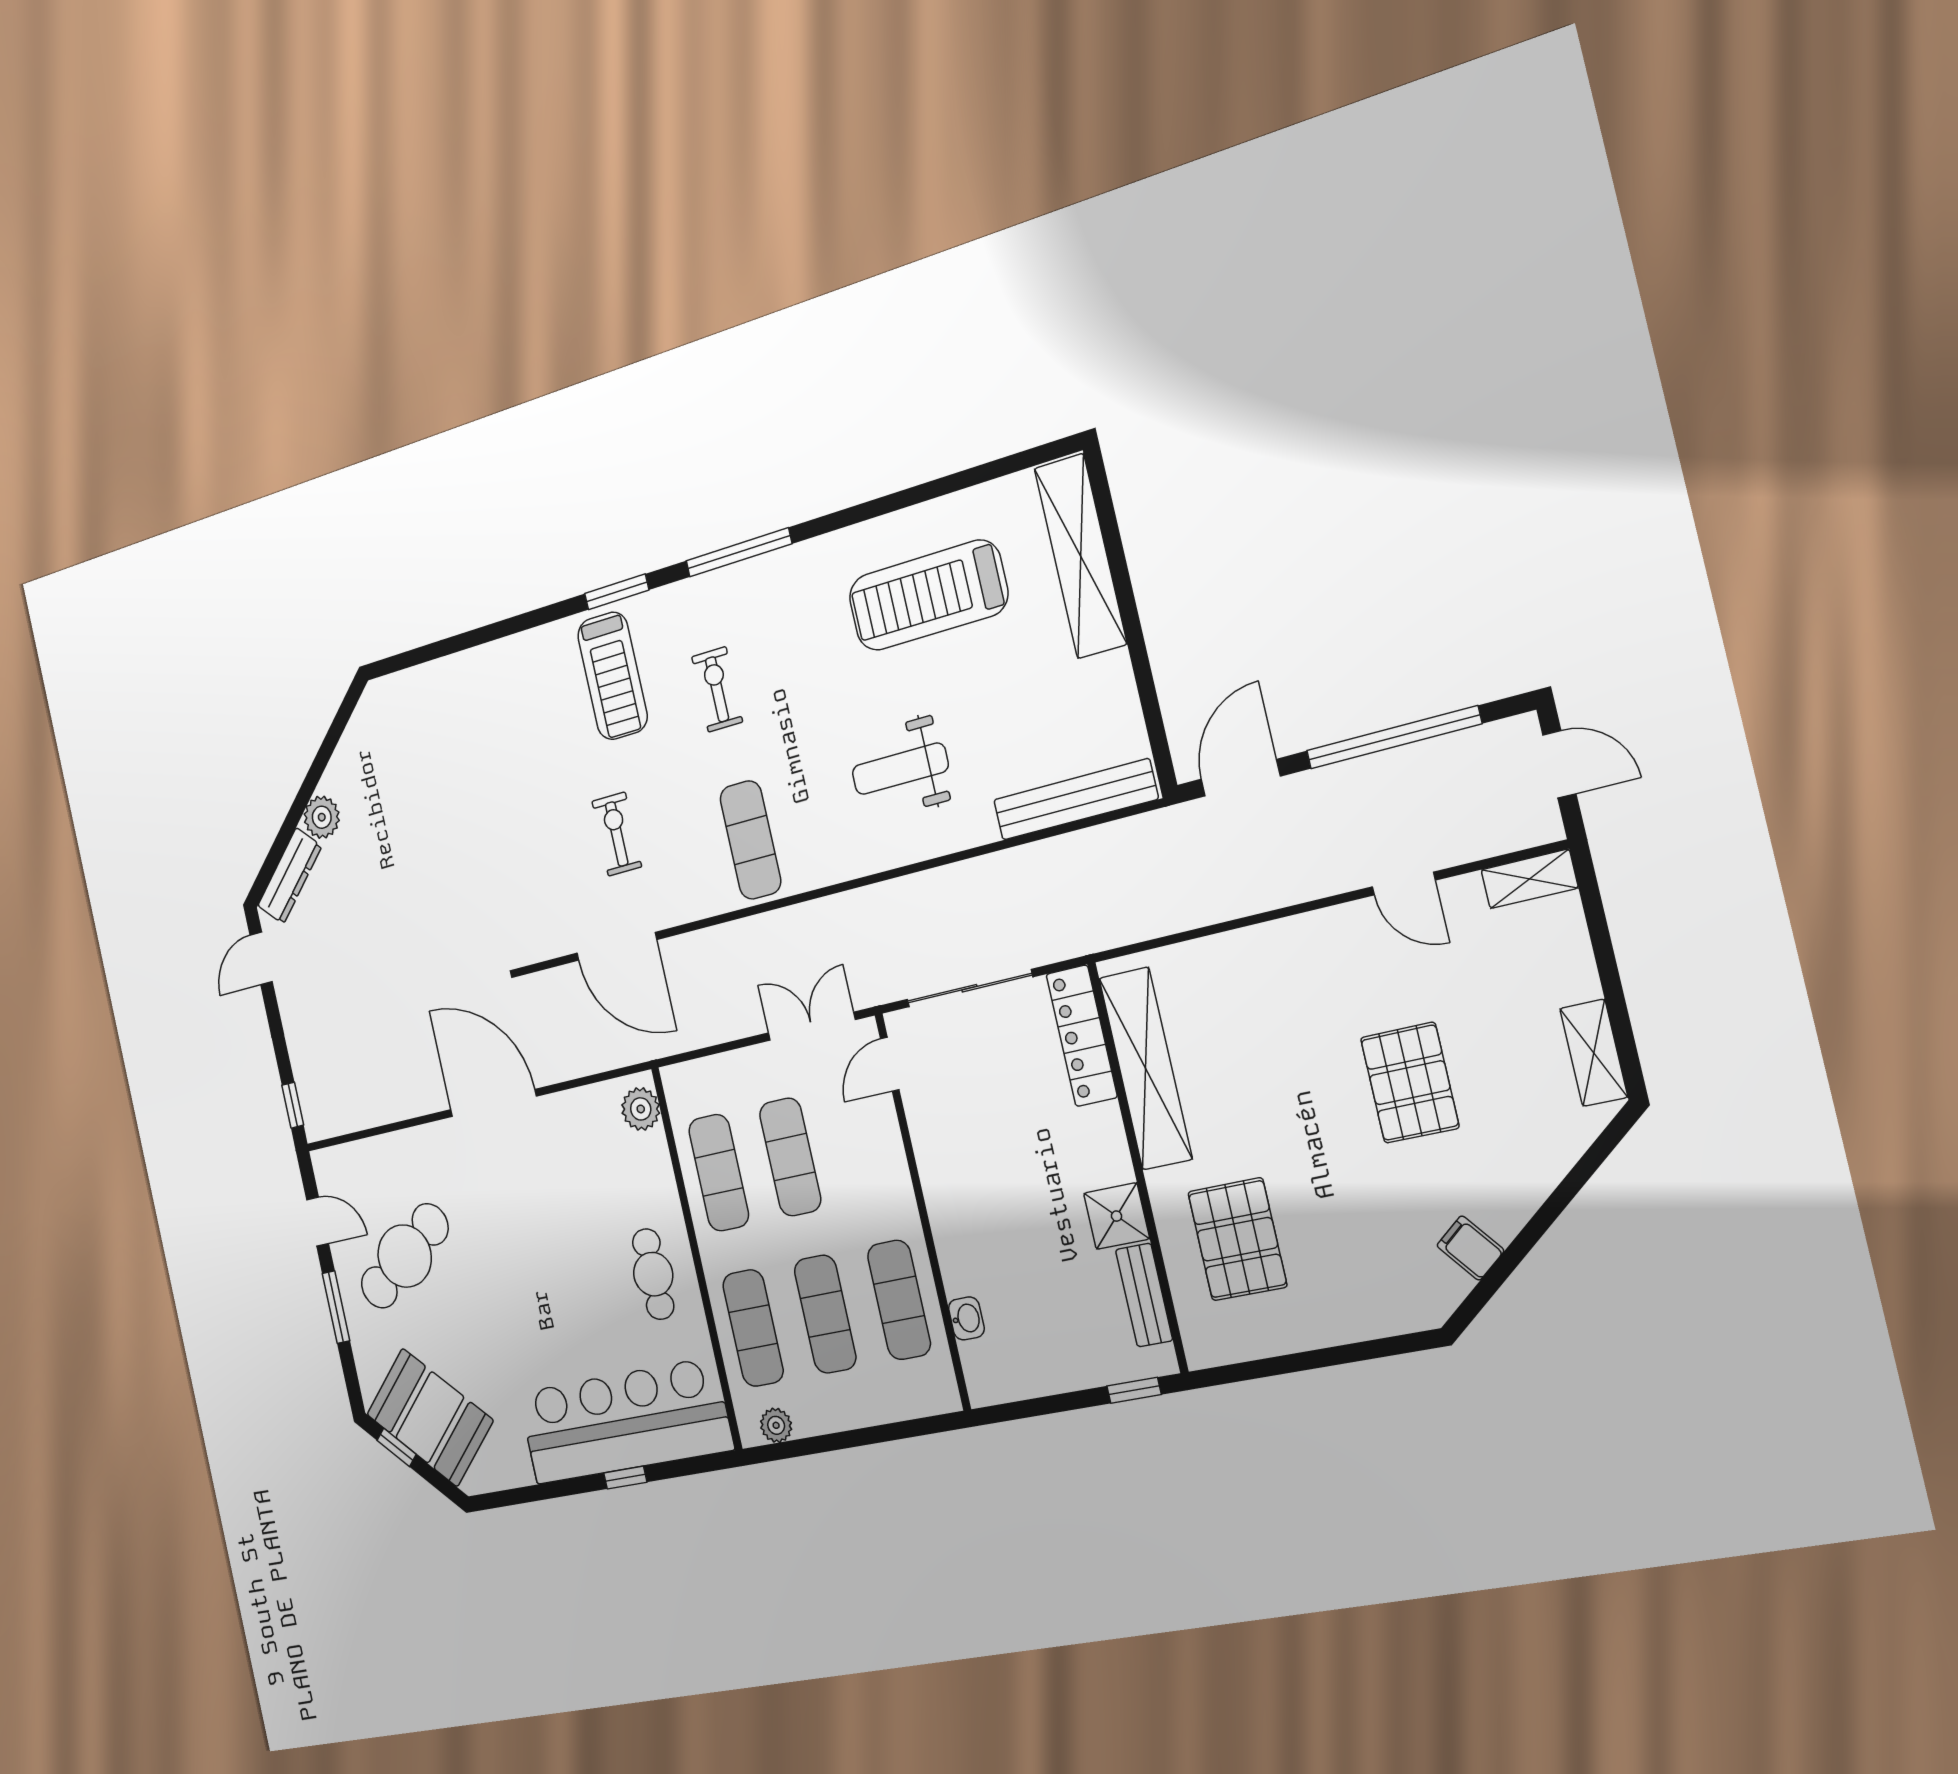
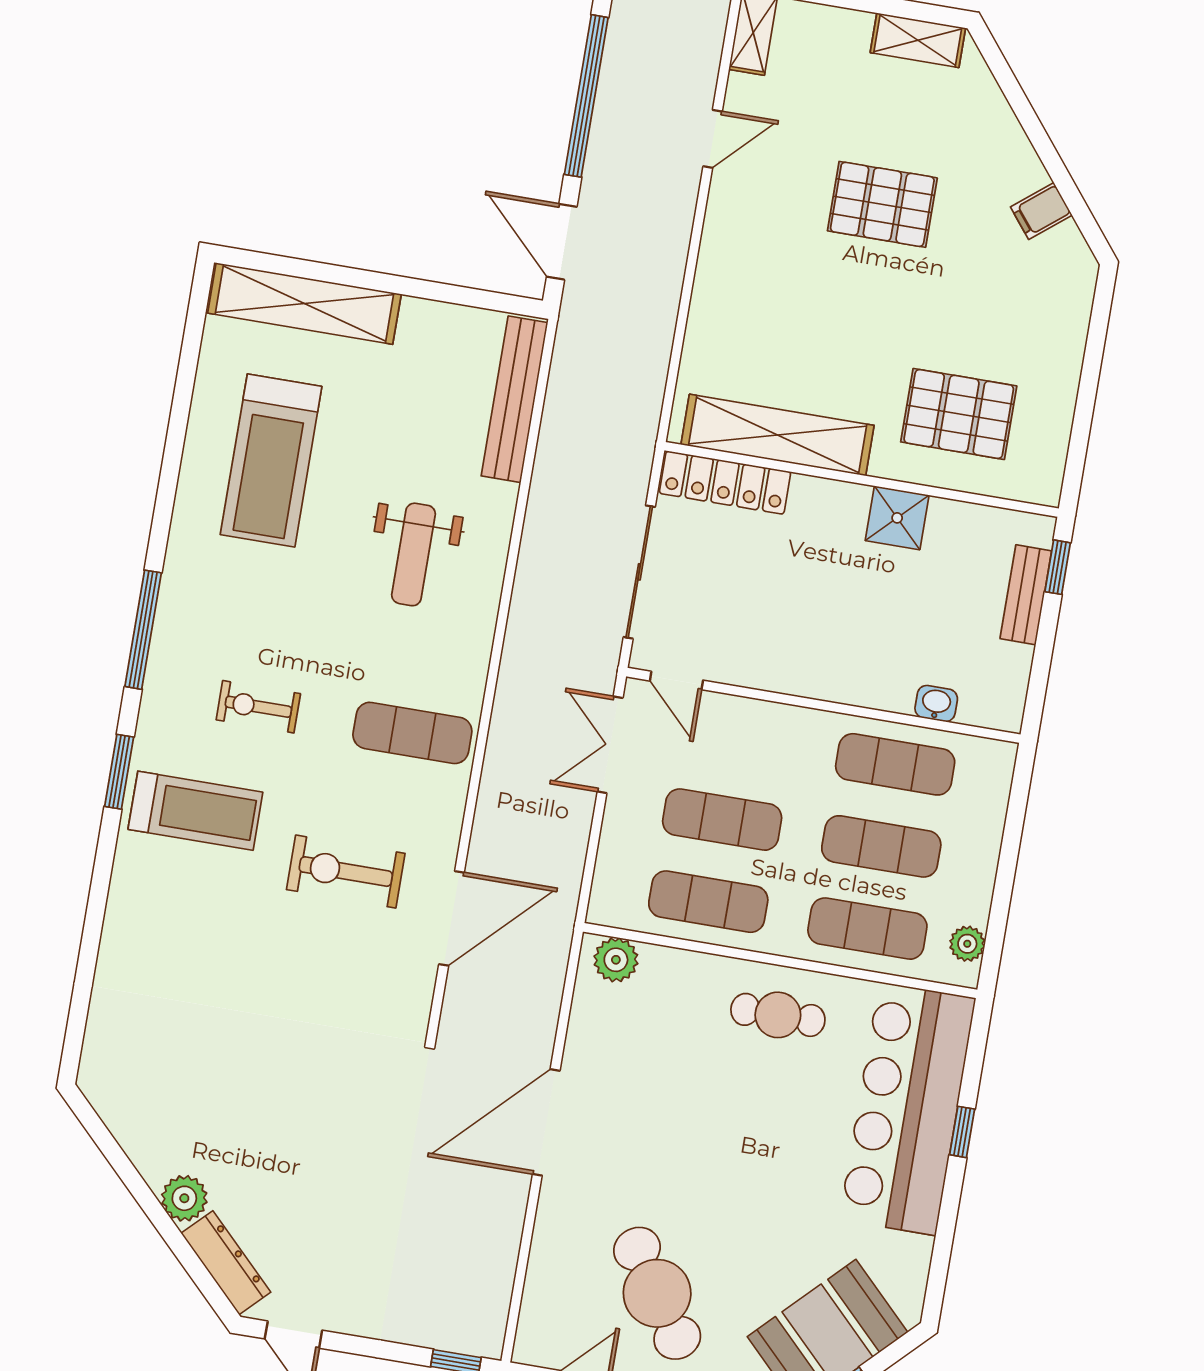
exercise bike: (617, 834) -> (346, 872), width x1.38, depth x1.39
bench: (1144, 1295) -> (1026, 595), moved, turned 90

